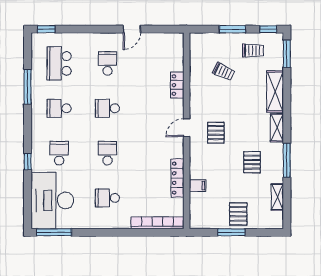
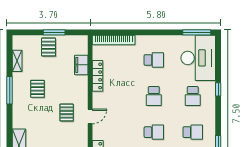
shelving: (277, 128) -> (18, 117), removed
filing cabinet: (198, 186) -> (81, 65), width x2.00

